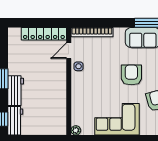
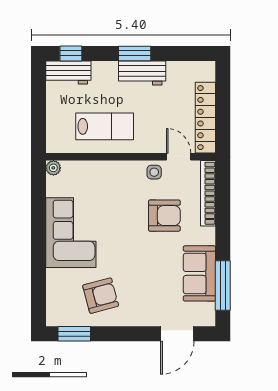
armchair: (131, 75) -> (164, 216), moved
workbench: (16, 91) -> (142, 73), moved
lab bench: (49, 98) -> (105, 126), added

